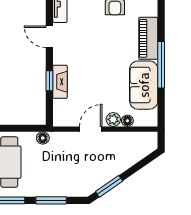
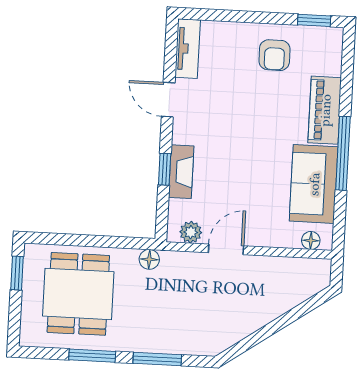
plant: (113, 119) -> (191, 232), moved
floor lamp: (127, 121) -> (311, 240), moved
window: (109, 186) -> (250, 341), removed

